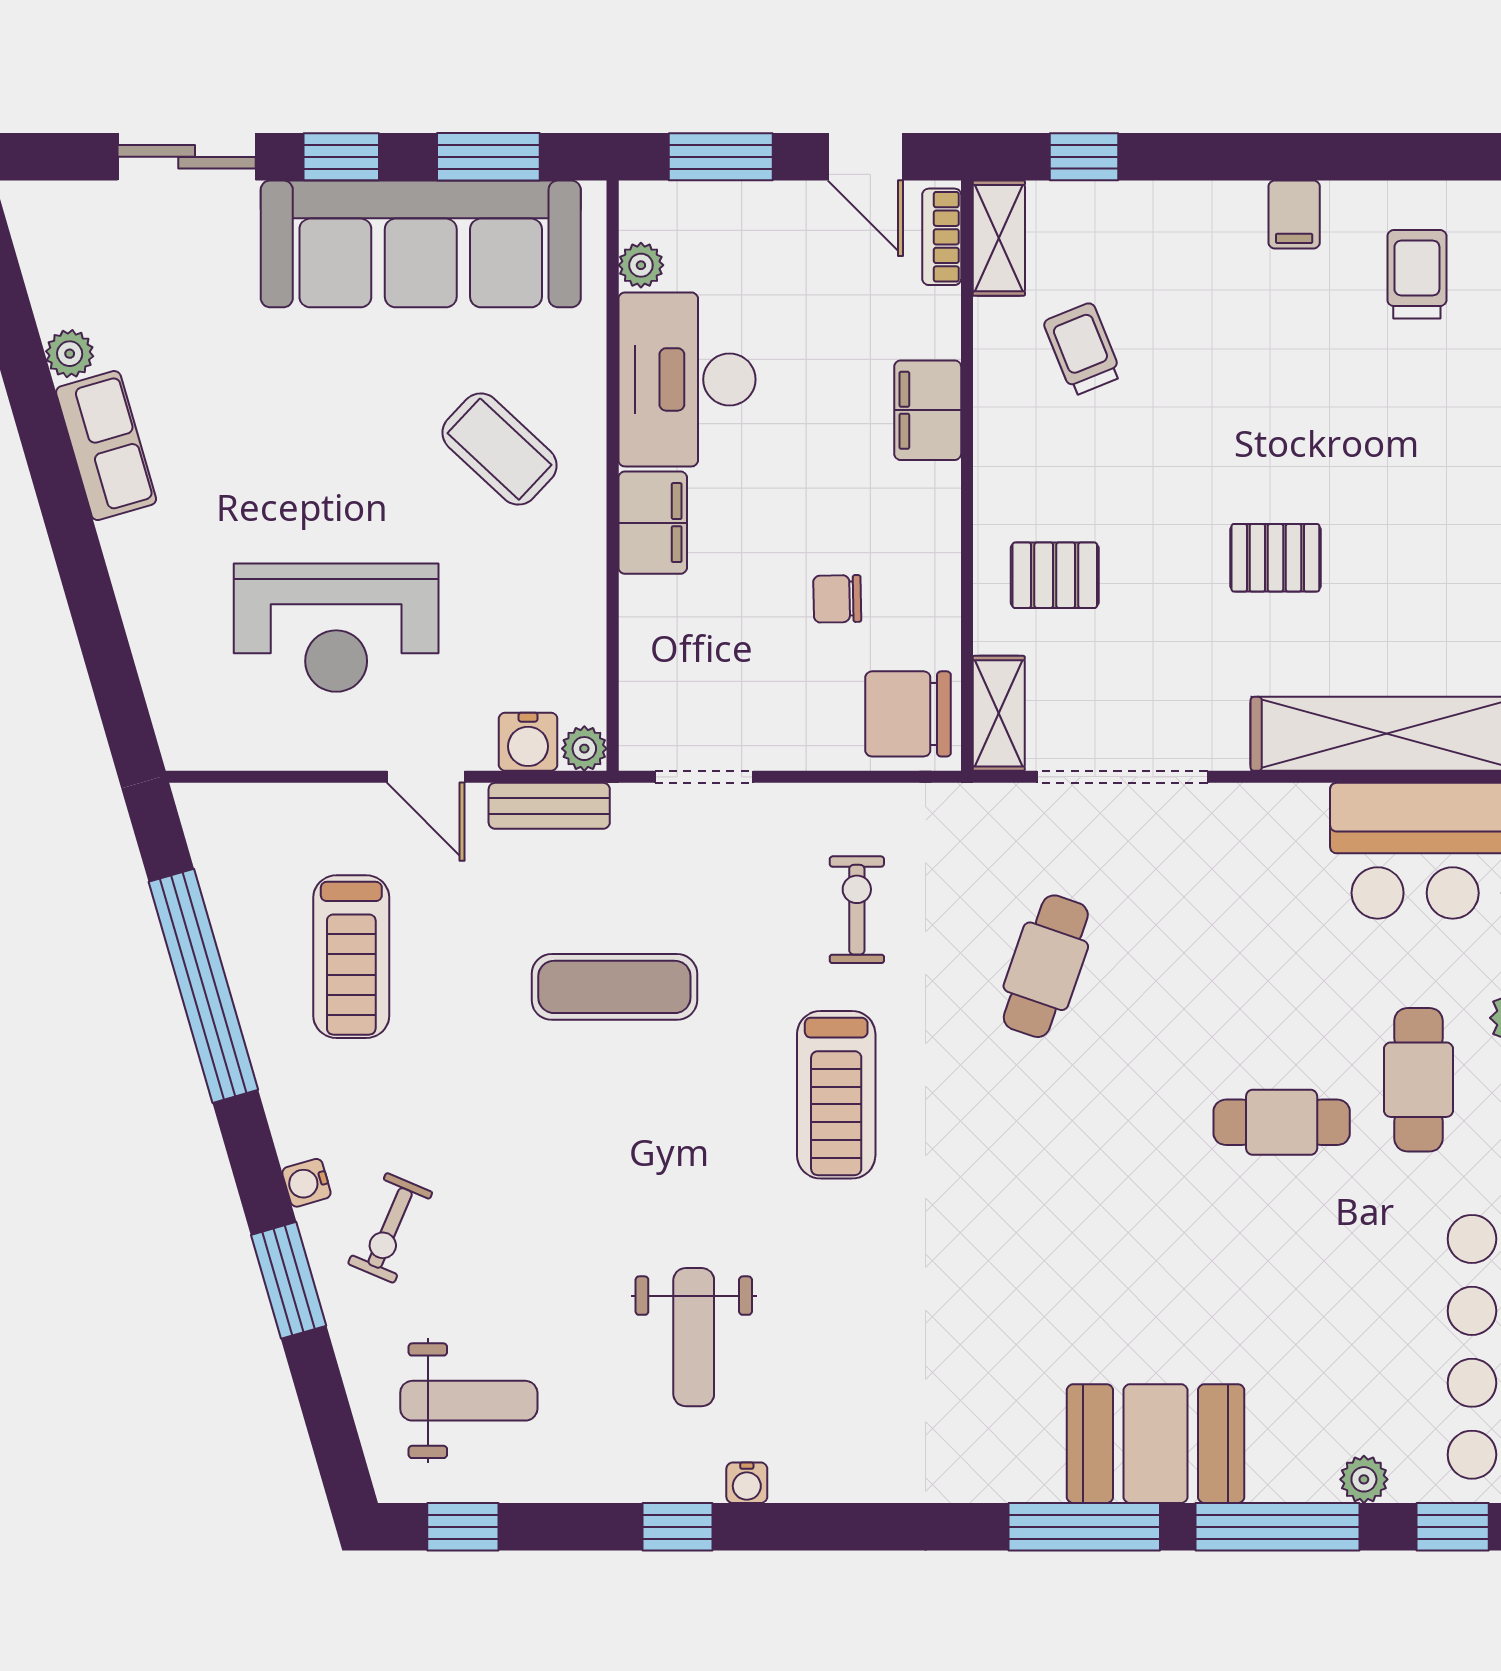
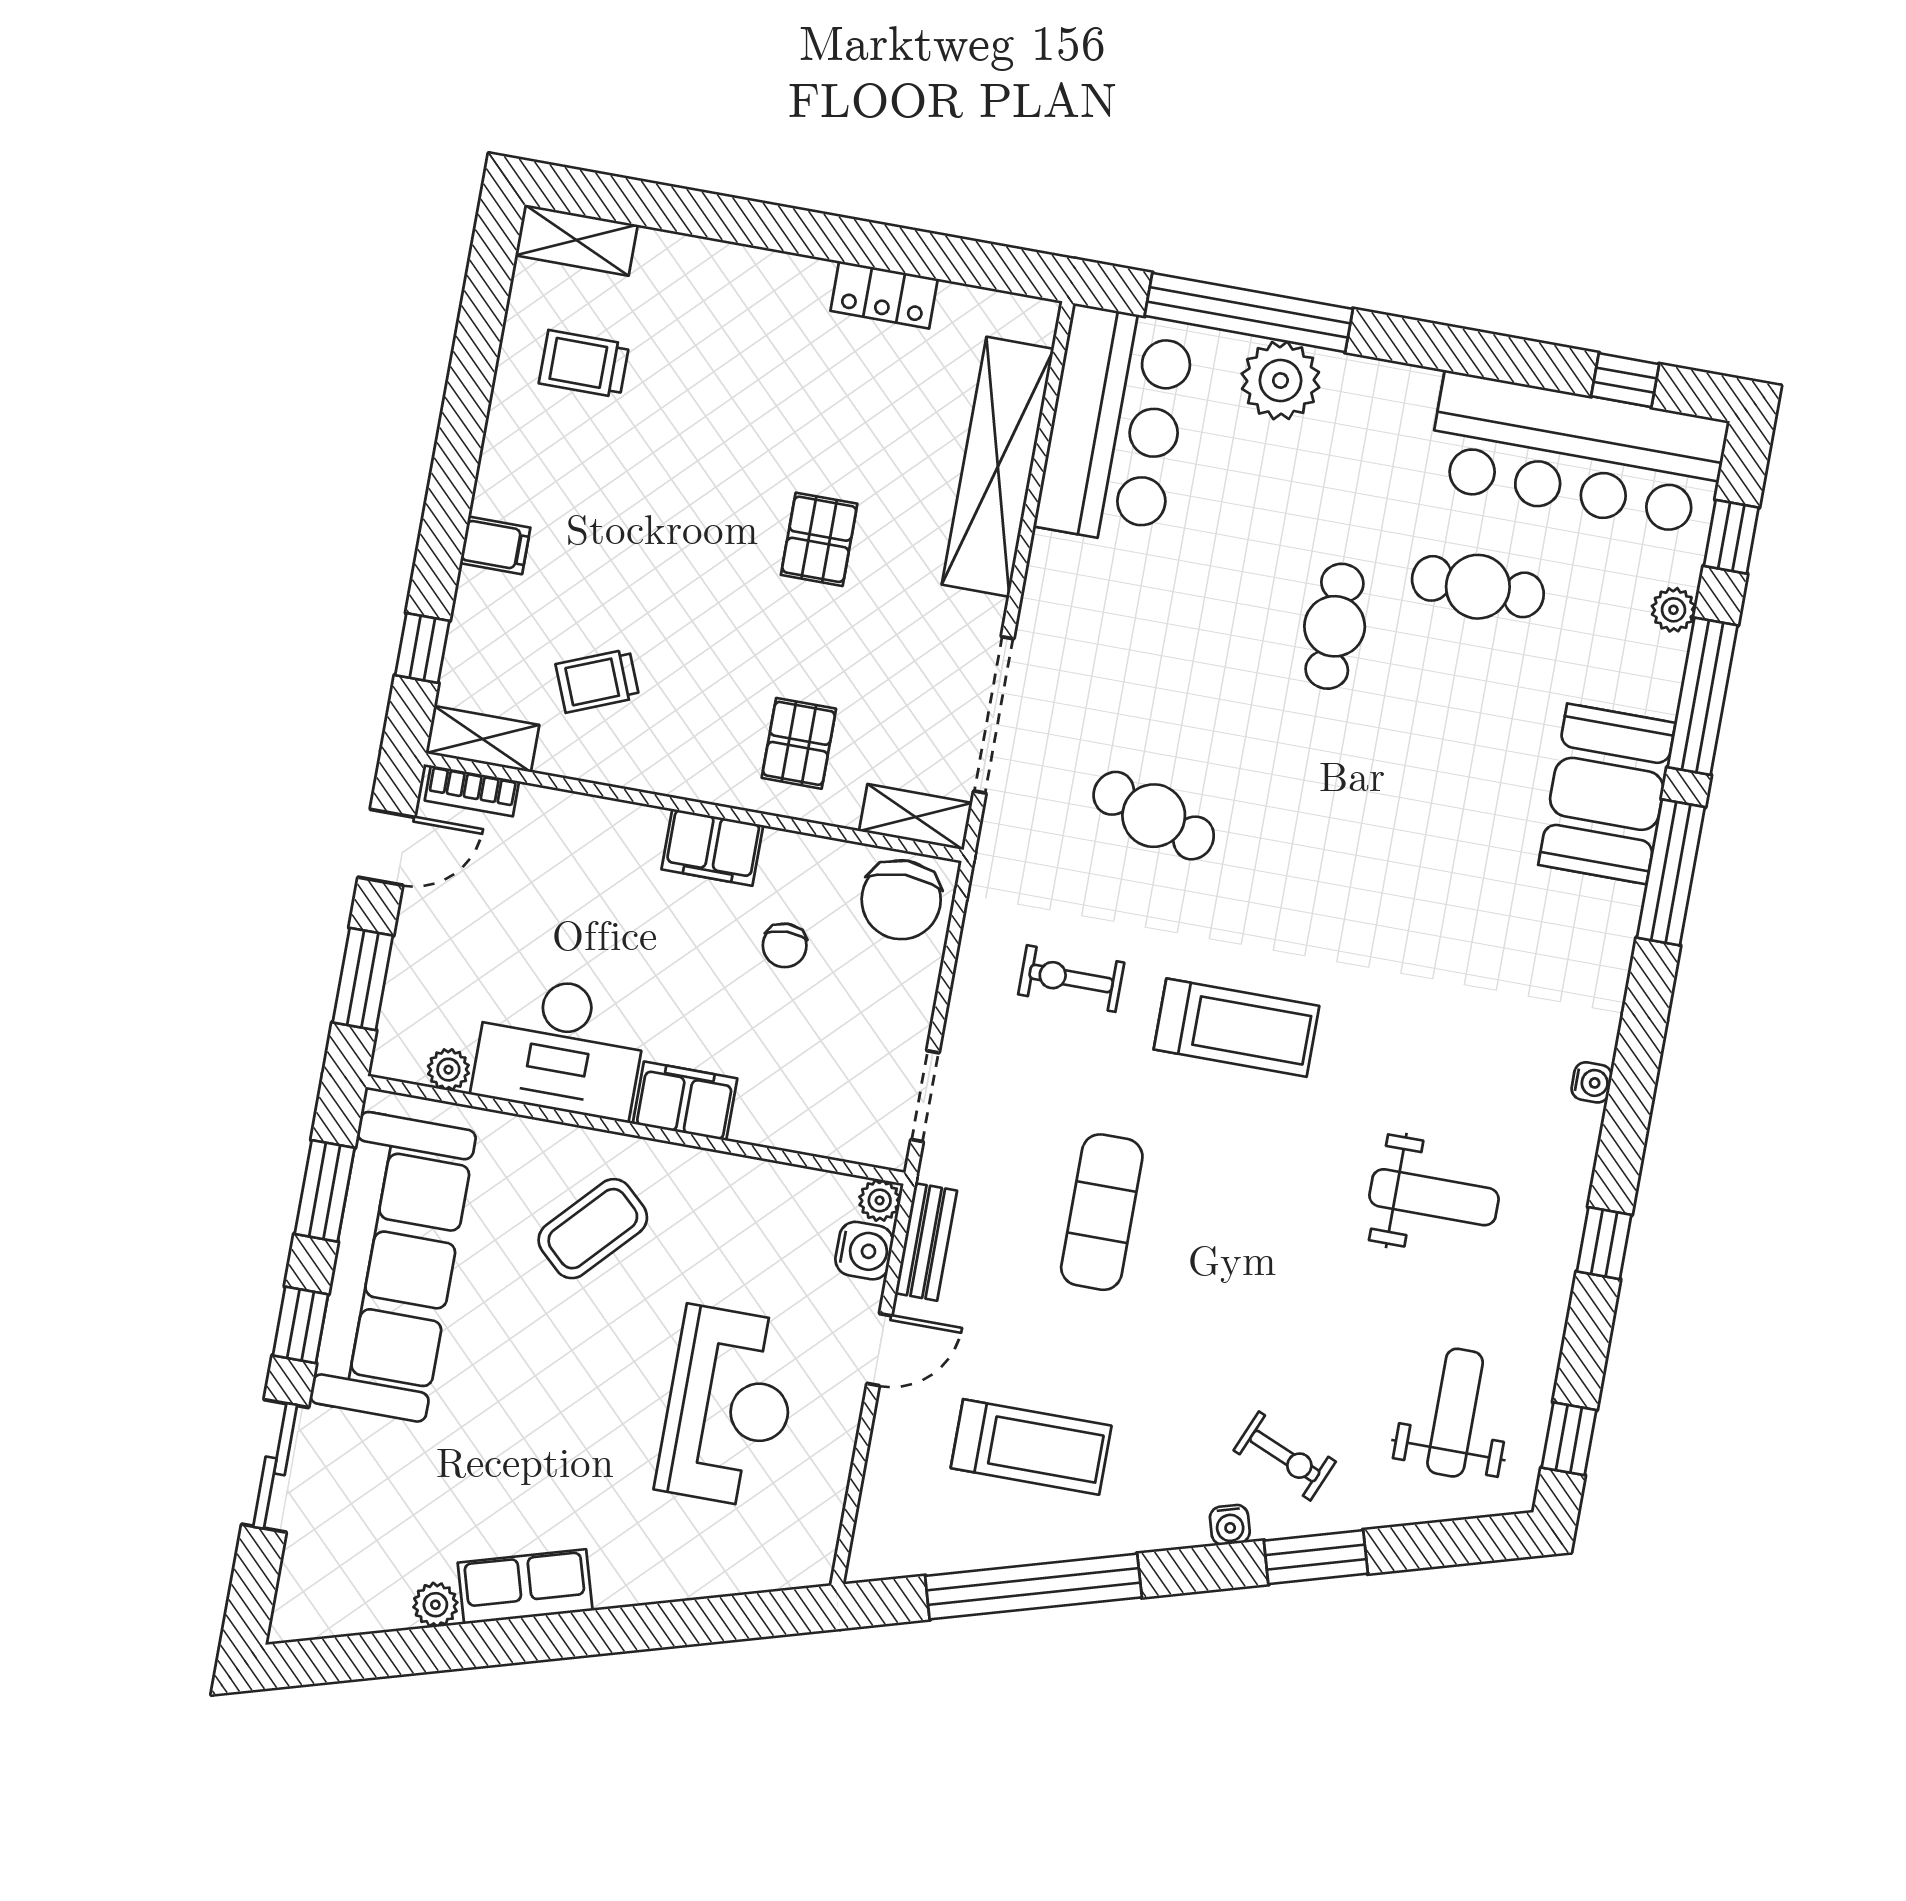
filing cabinet: (1294, 215) -> (495, 545), moved
filing cabinet: (928, 410) -> (712, 847), moved
cafe table: (1419, 1080) -> (1478, 587), moved
water cooler: (747, 1483) -> (1592, 1082), moved

